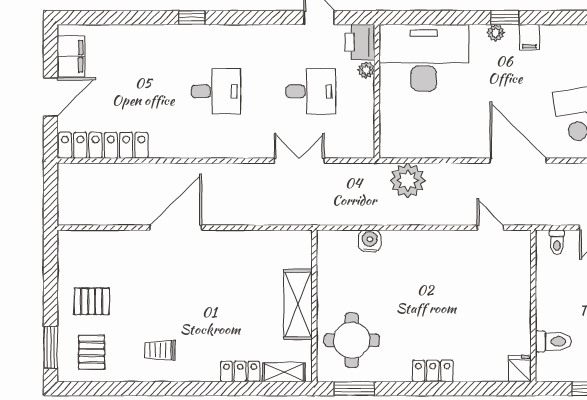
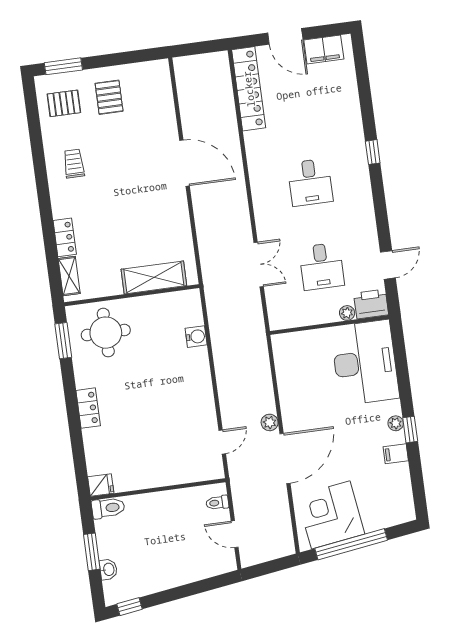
plant: (408, 180) -> (270, 422), moved, width x0.53, depth x0.53
shelving: (298, 305) -> (154, 277), moved
toilet: (553, 341) -> (108, 508), moved, turned -90

